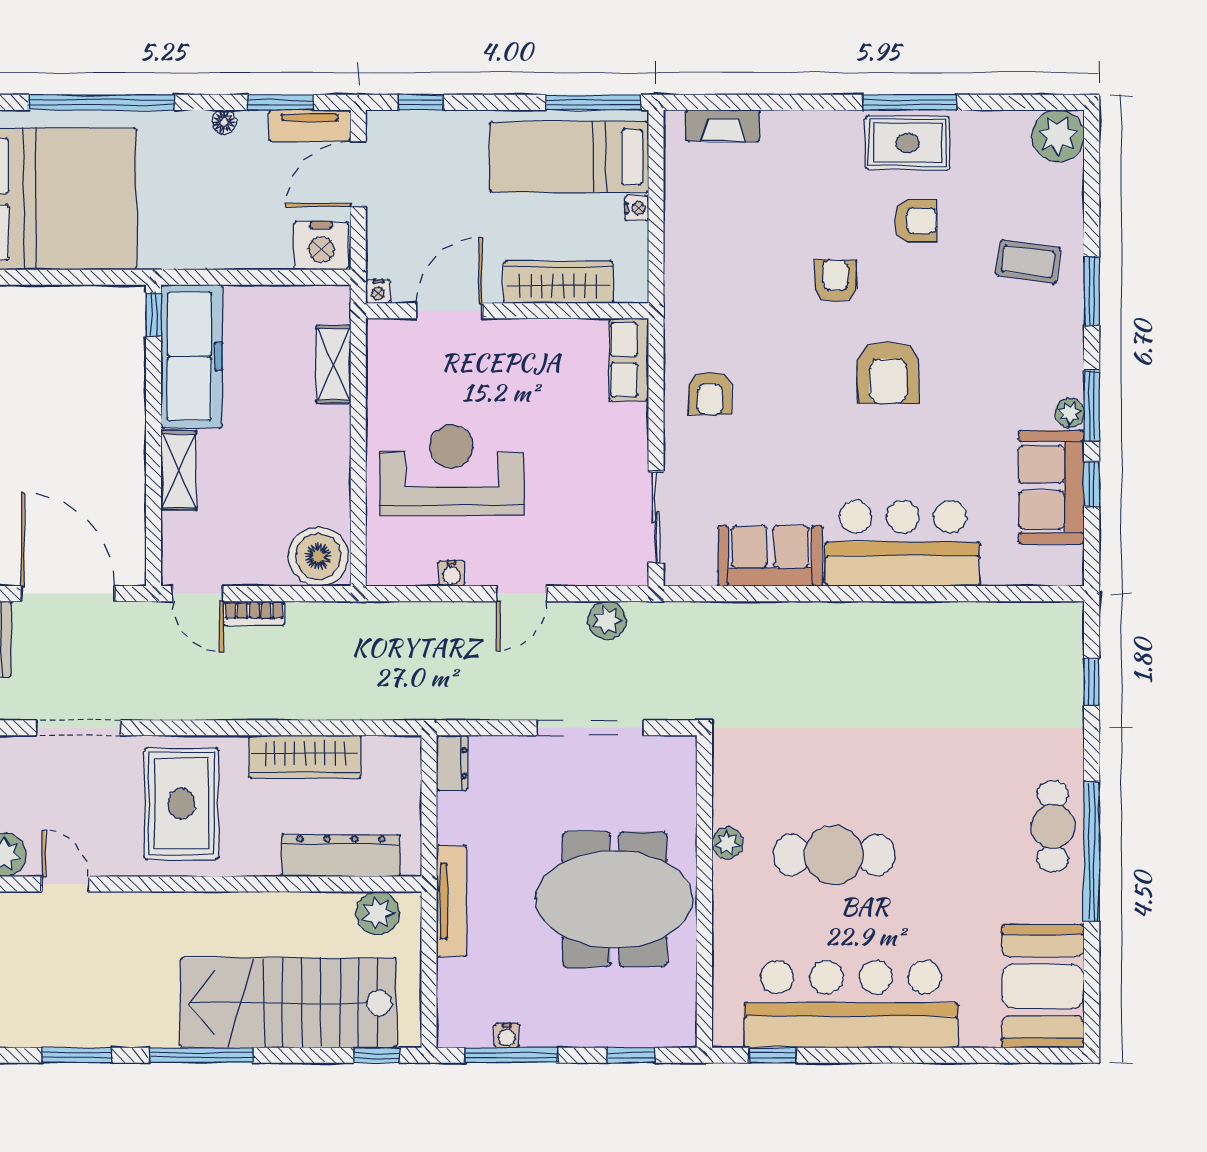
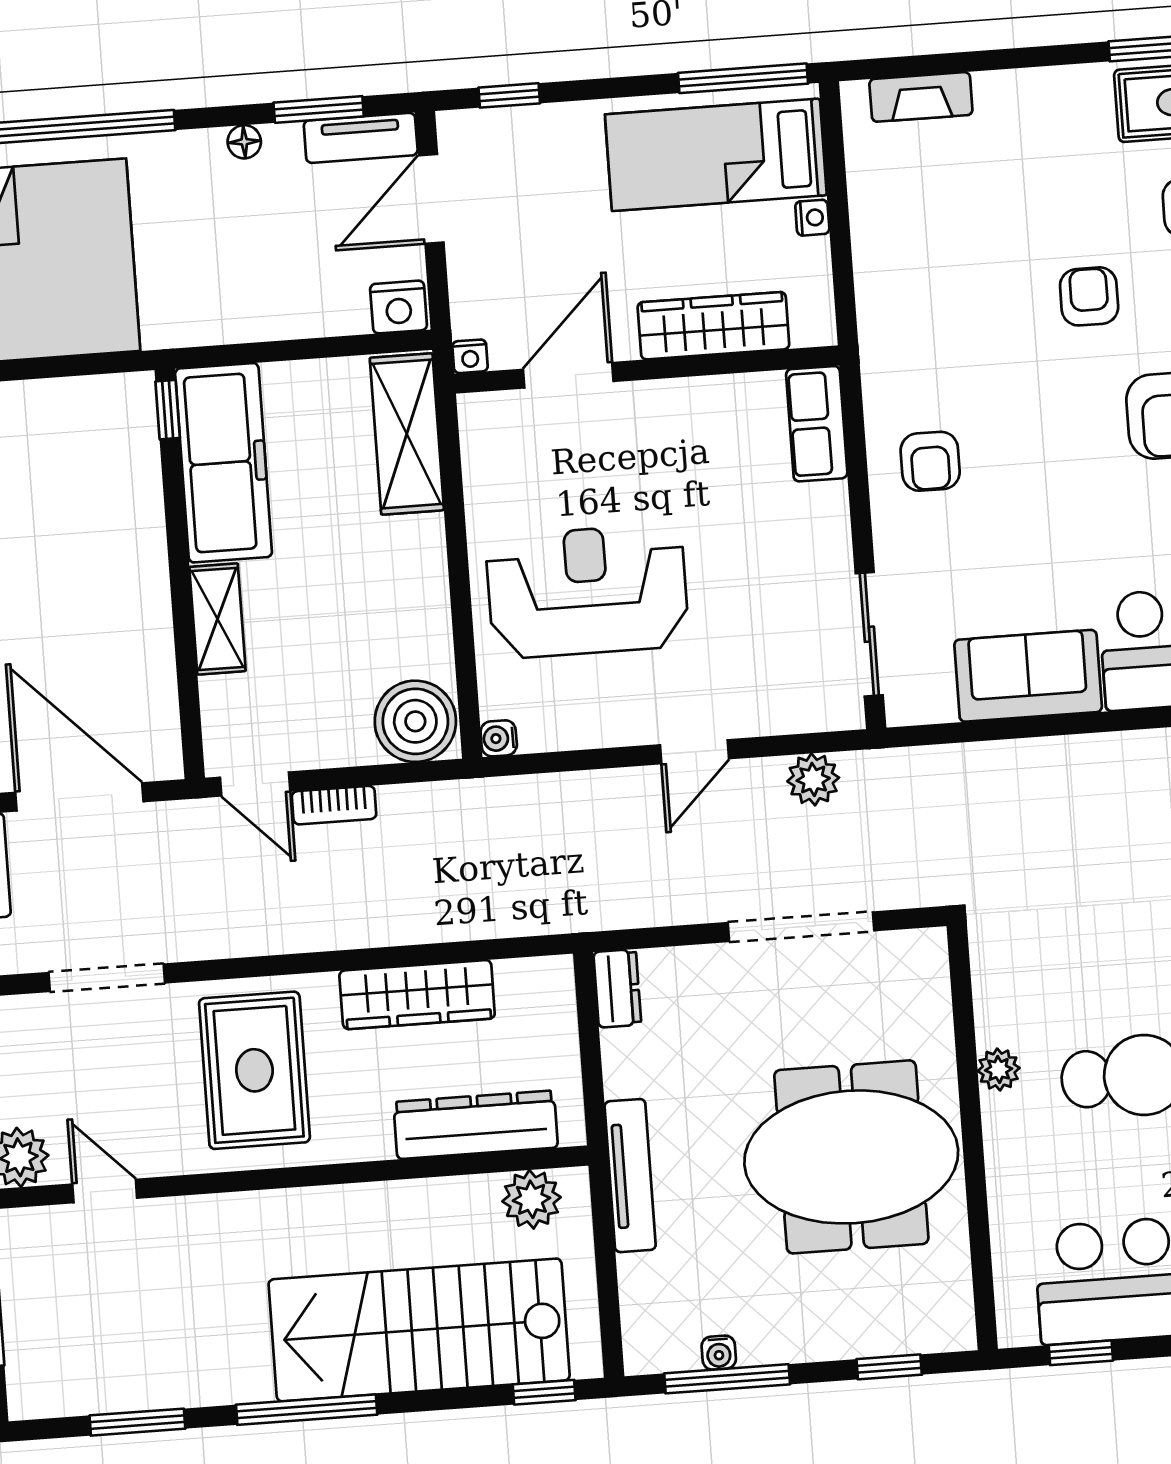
nightstand: (321, 246) -> (399, 307), width x0.74, depth x0.75
shelving: (333, 364) -> (407, 434), width x1.50, depth x1.33
water cooler: (451, 573) -> (499, 738), moved, turned 90

